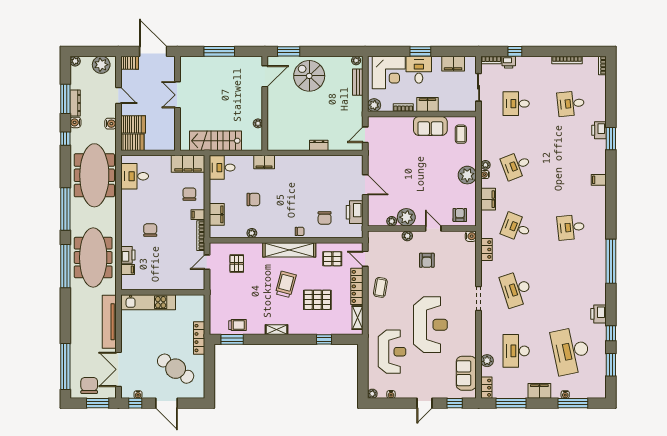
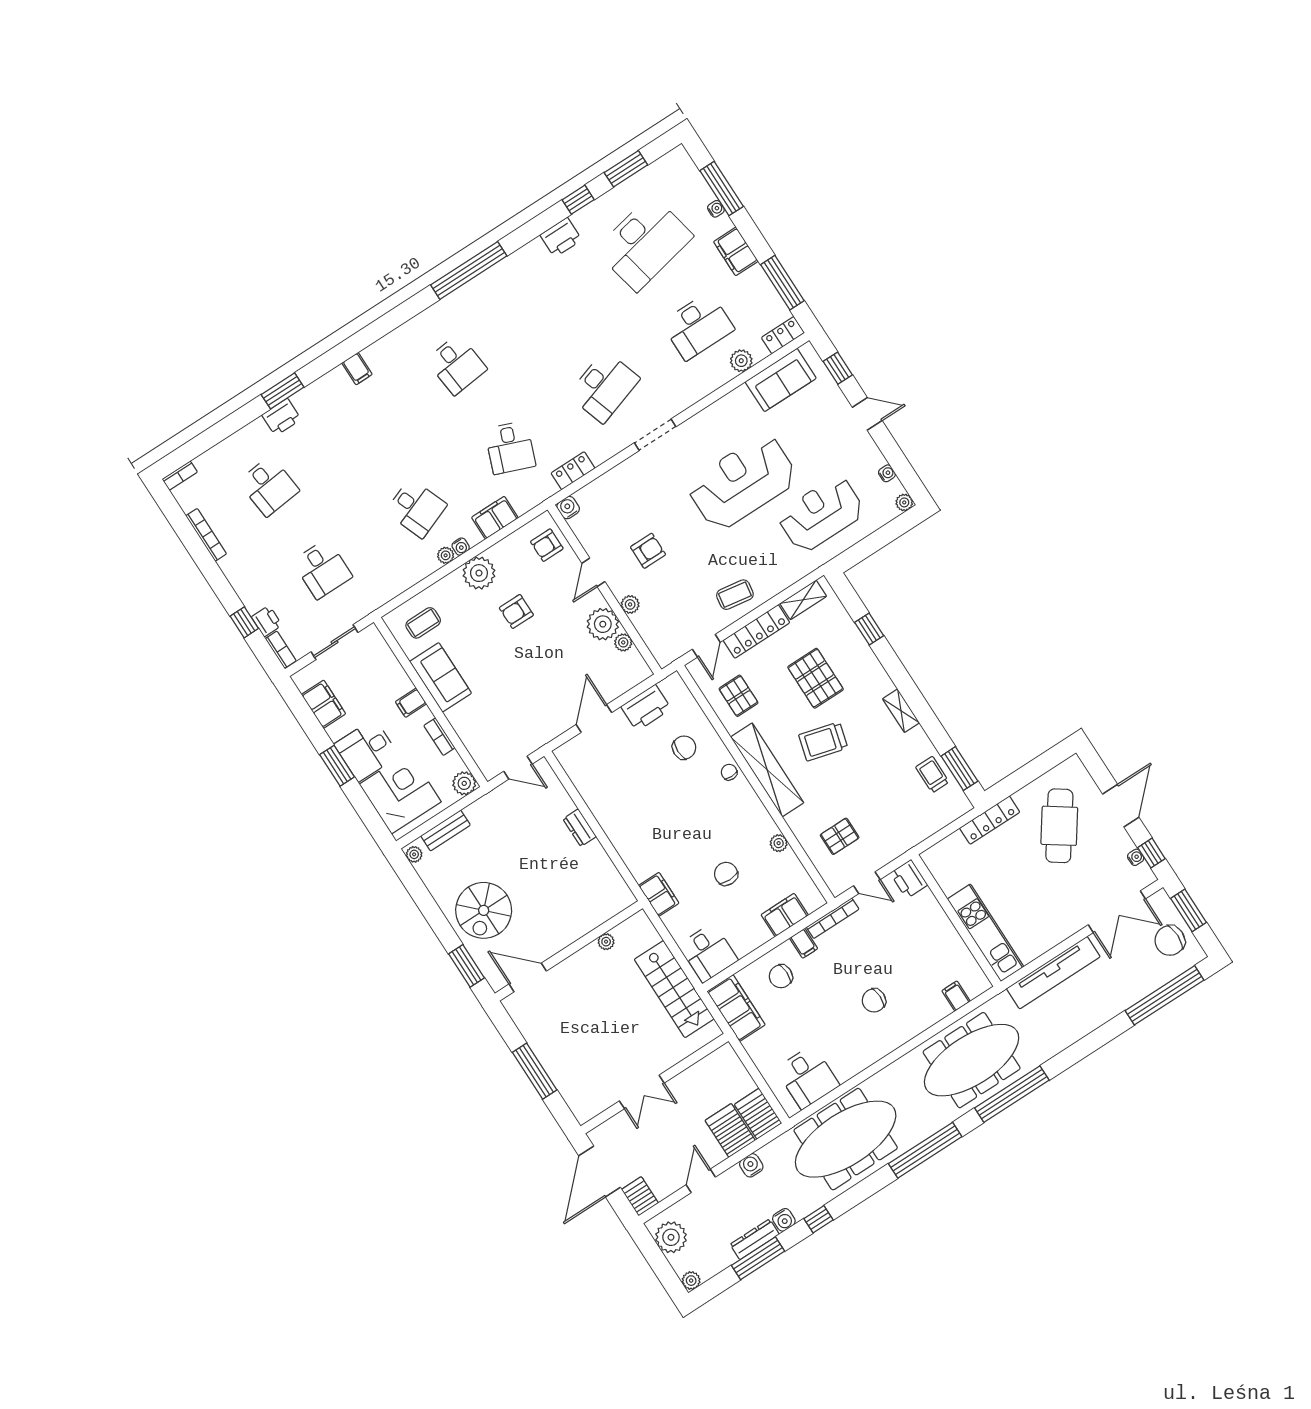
filing cabinet: (427, 105) -> (411, 703), width x0.50
armchair: (438, 181) -> (516, 611), added
printer: (128, 255) -> (909, 879), moved, turned -90

